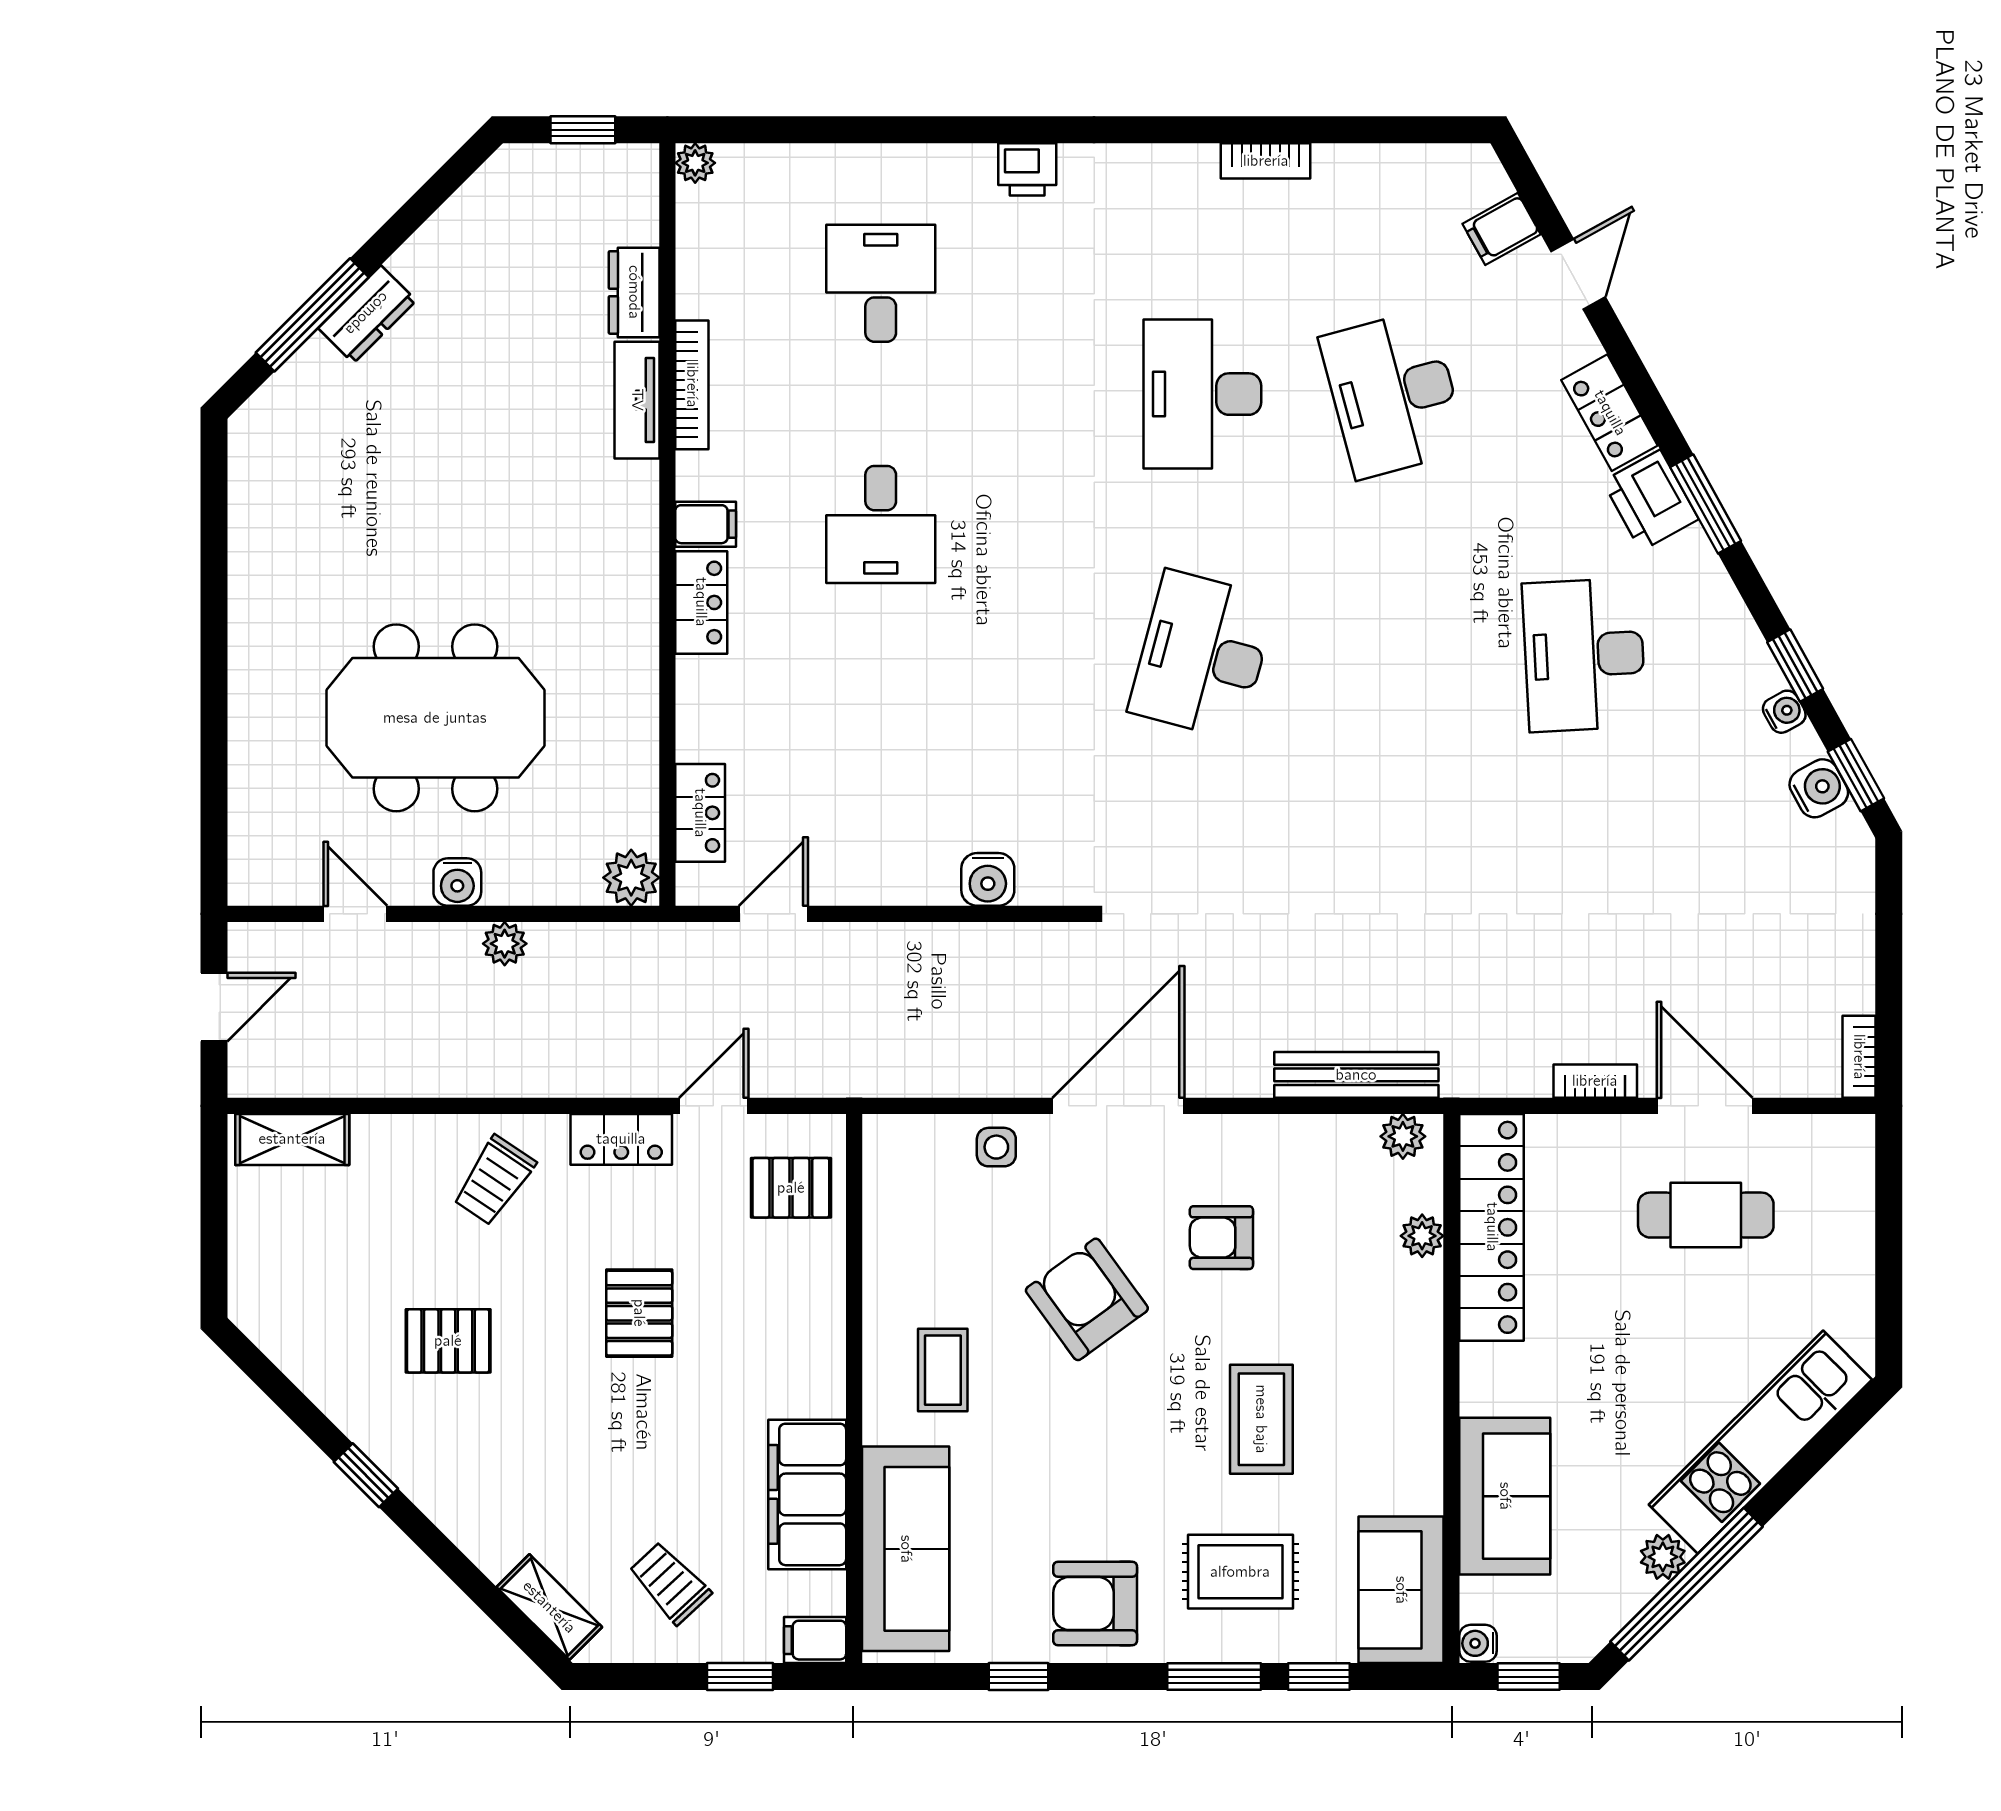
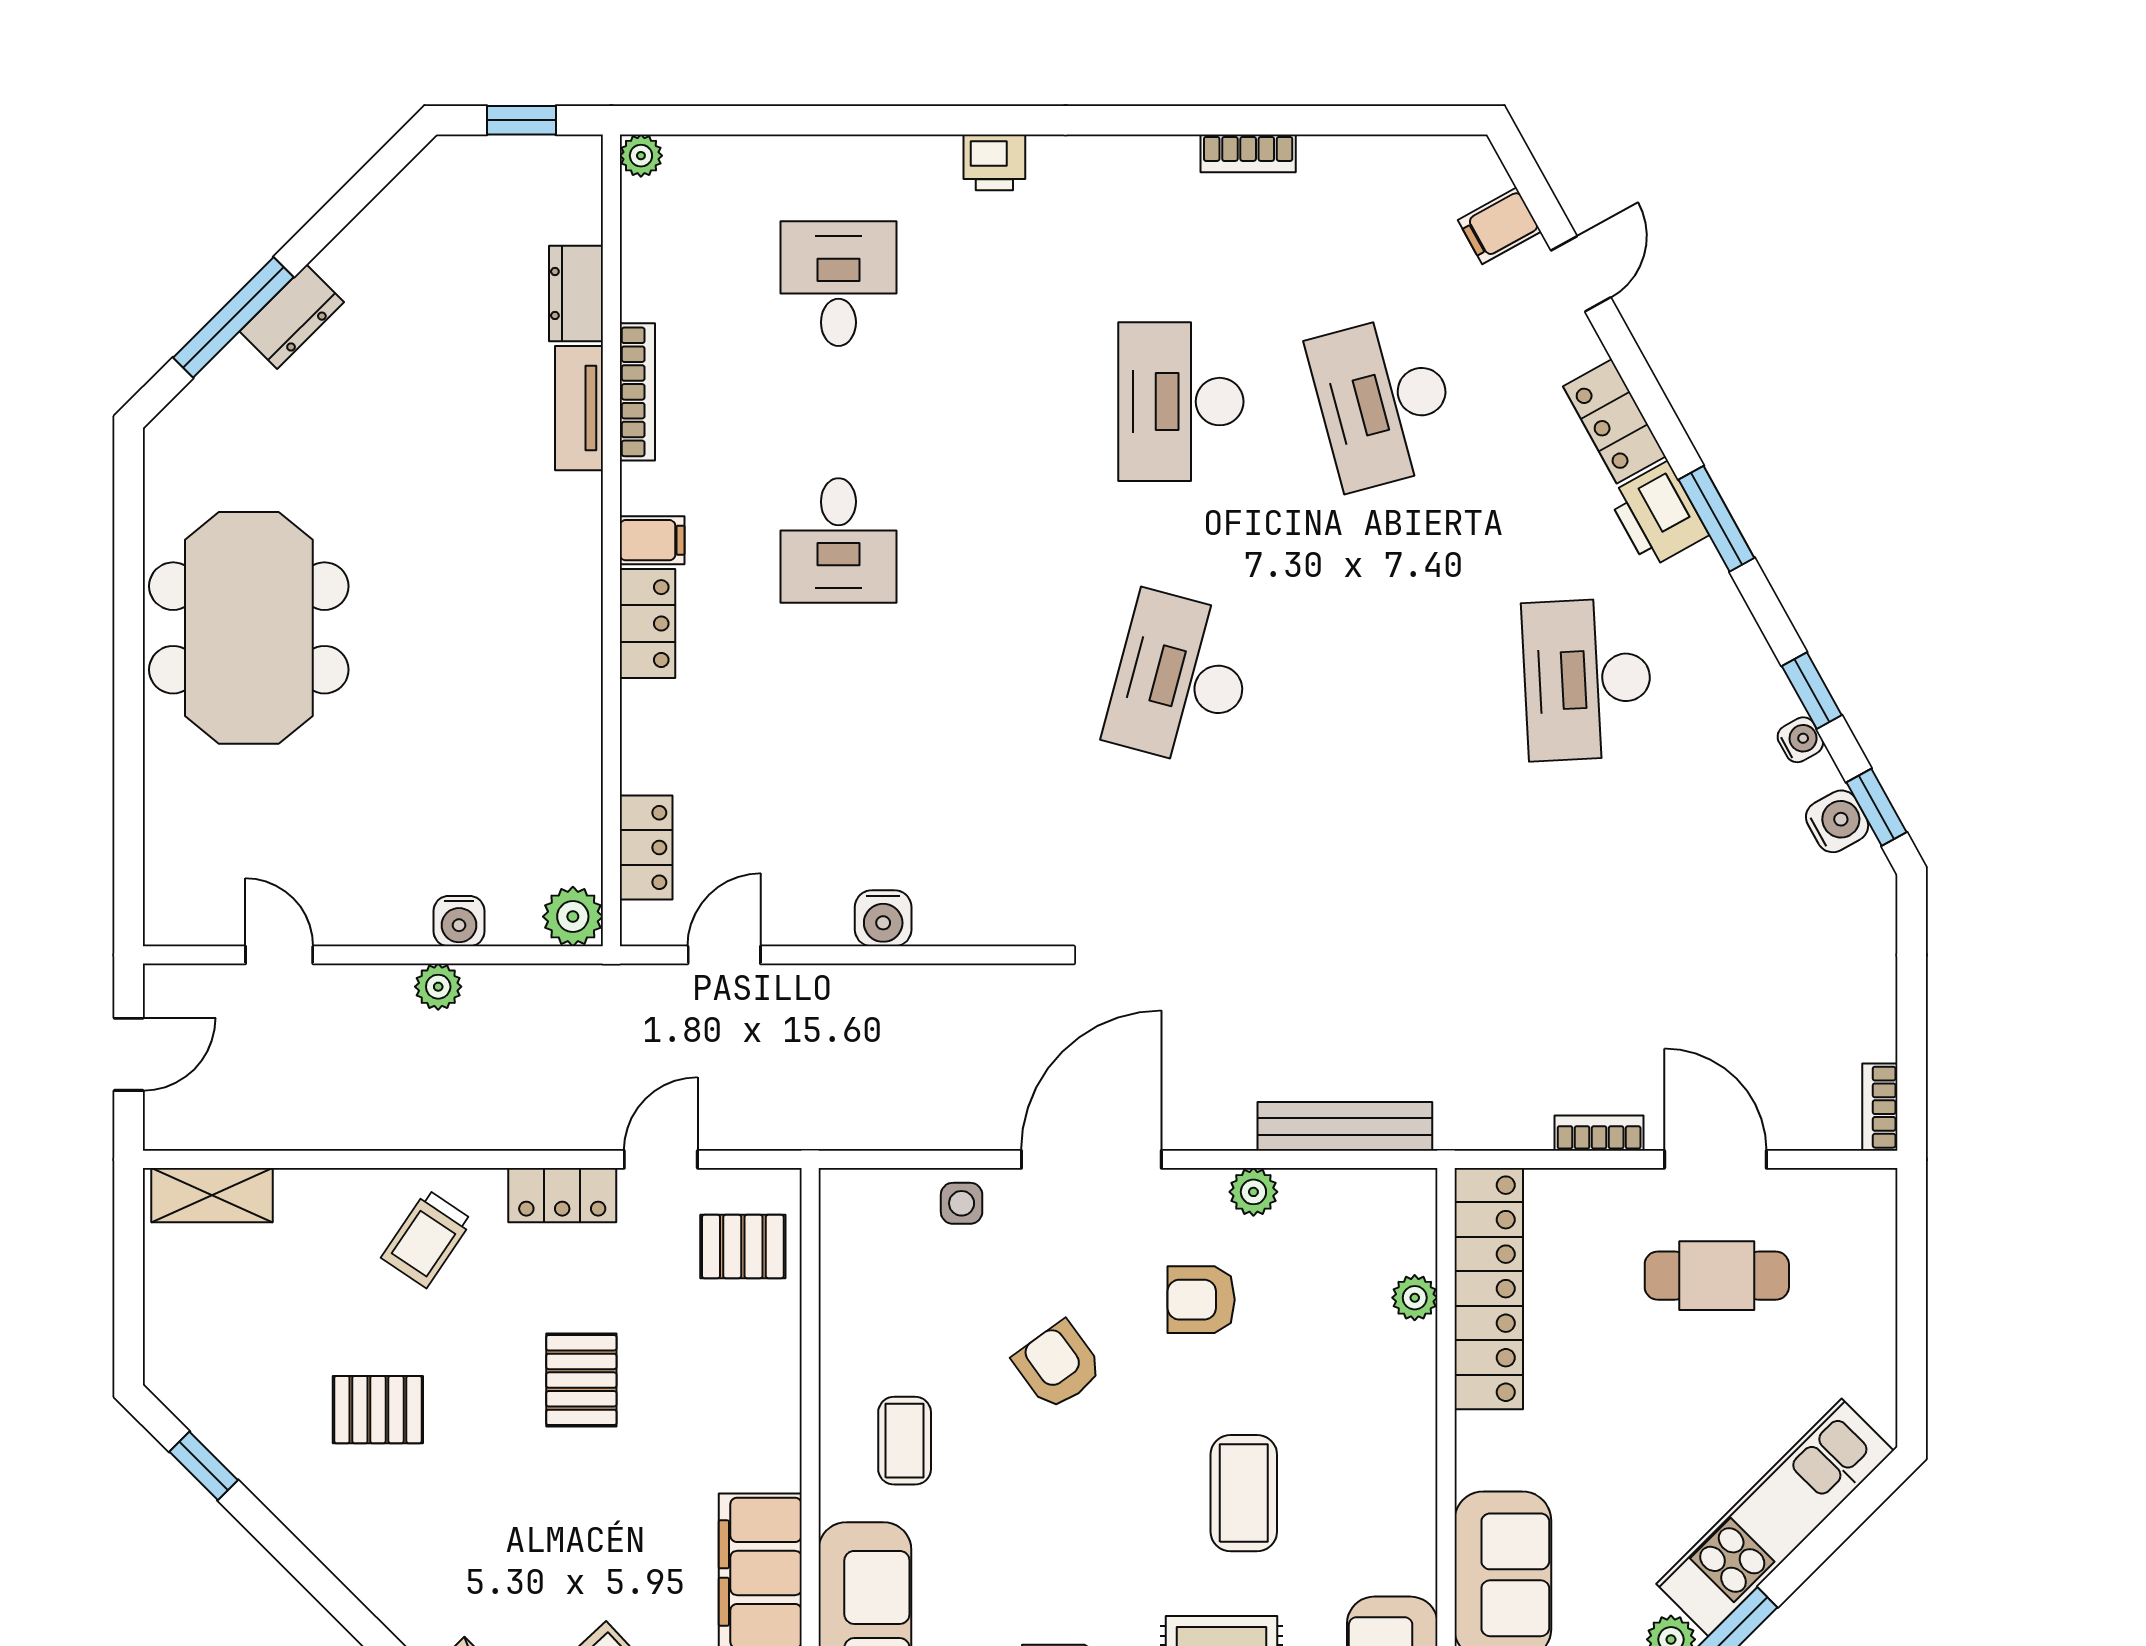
meeting table: (435, 718) -> (249, 628), moved, turned 90
water cooler: (988, 879) -> (883, 918), moved
water cooler: (457, 882) -> (459, 921), moved
plant: (1403, 1136) -> (1253, 1192), moved
armchair: (1087, 1299) -> (1058, 1365), width x0.72, depth x0.72
window: (366, 1475) -> (204, 1466), moved

